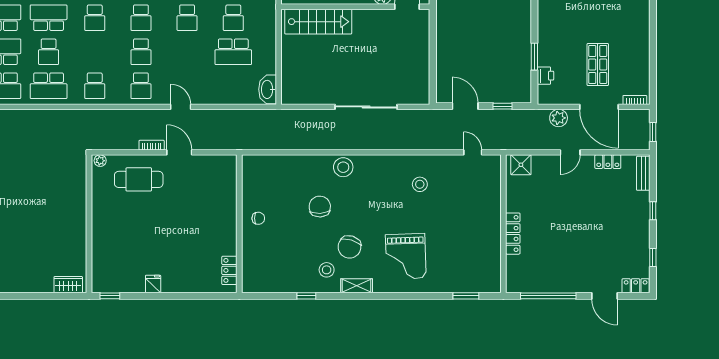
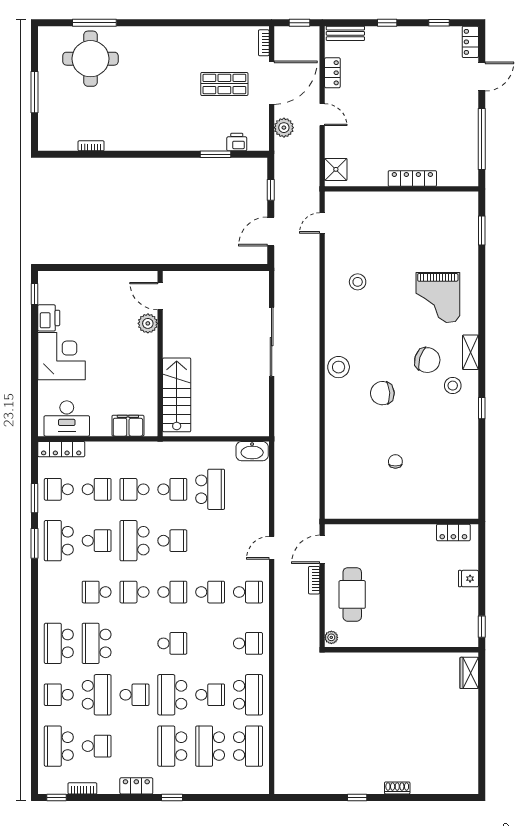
wall: (239, 224) -> (402, 521), moved
grand piano: (406, 256) -> (438, 297), turned 92
locker: (229, 270) -> (453, 532), moved

